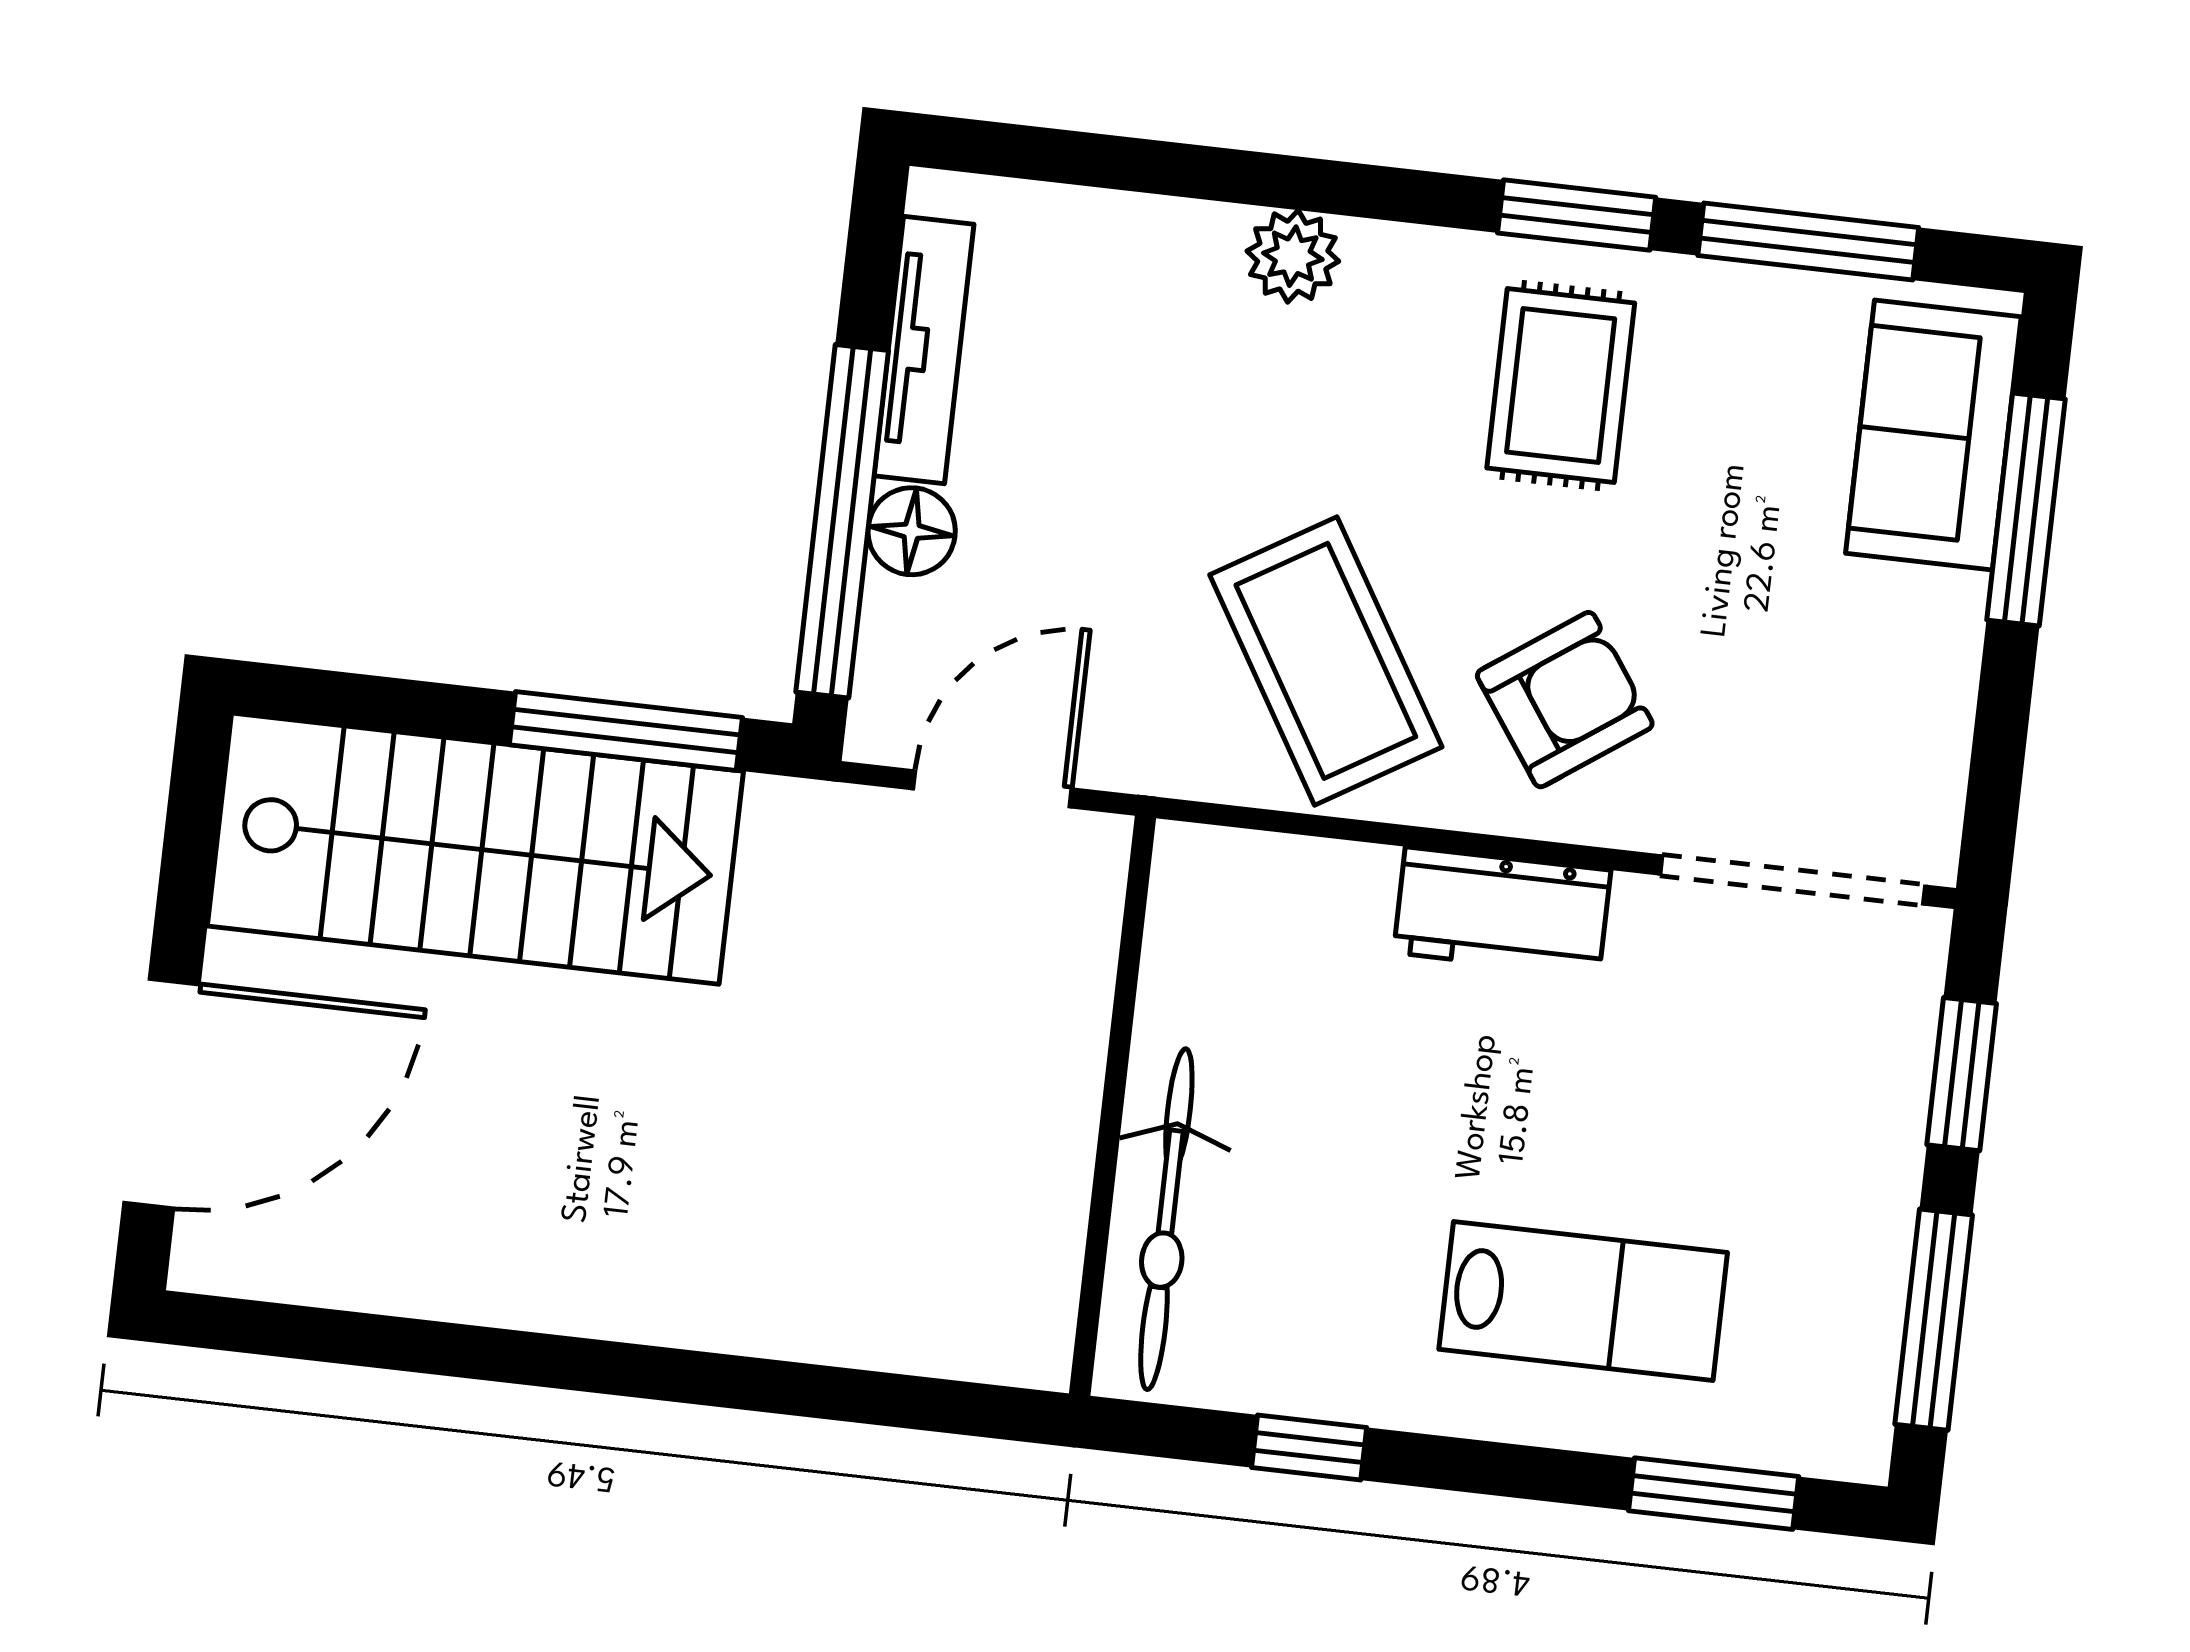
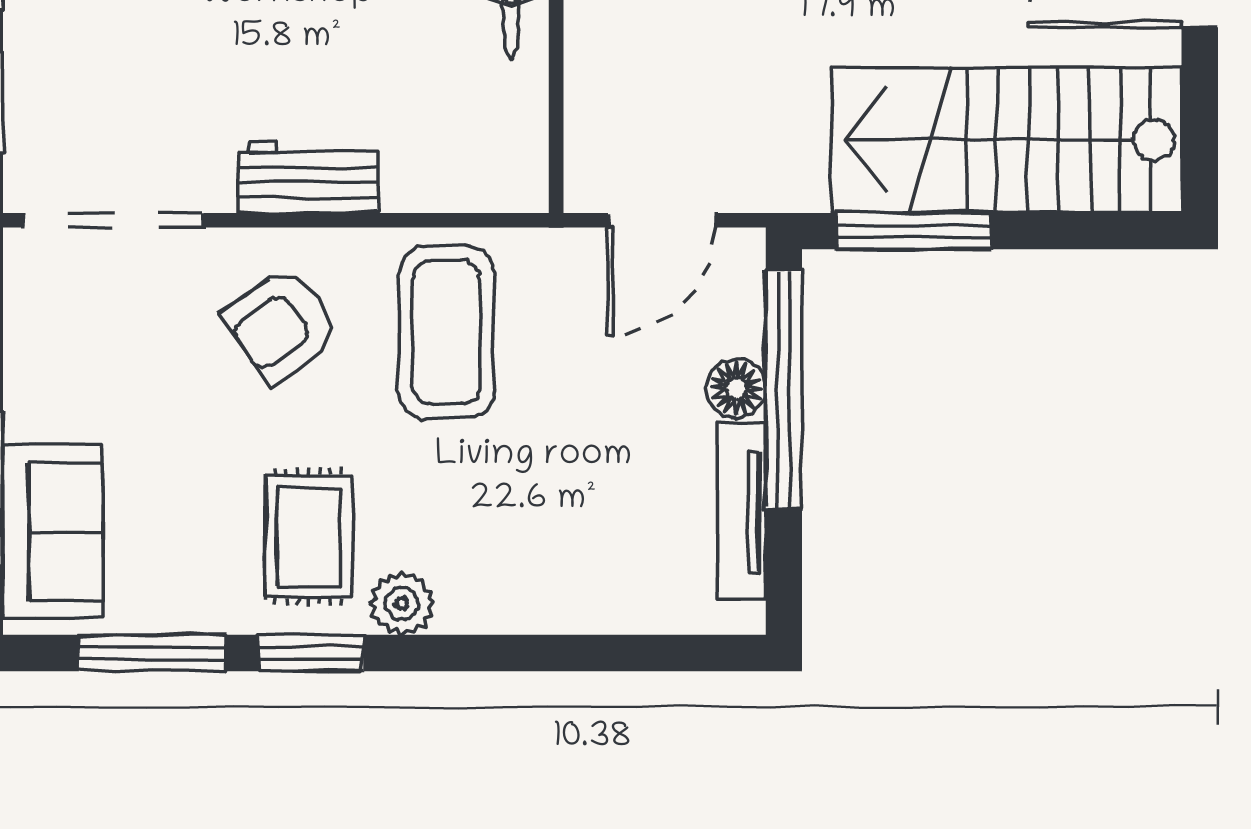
plant: (1293, 256) -> (402, 603), moved
coffee table: (1326, 661) -> (446, 332), turned 31

